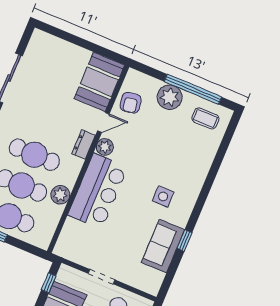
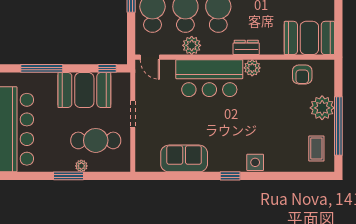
armchair: (131, 103) -> (302, 74), turned -81
door: (103, 122) -> (150, 57), moved
side table: (163, 196) -> (255, 162), moved
window: (185, 240) -> (230, 176), moved

